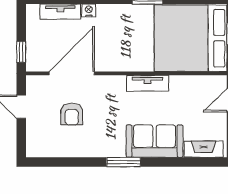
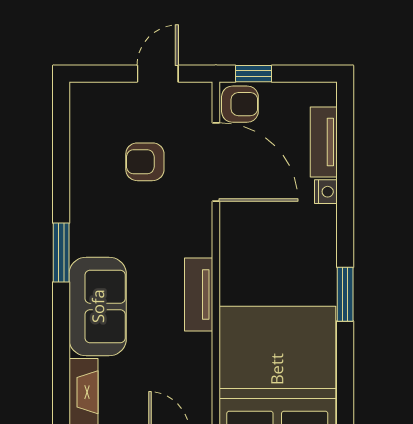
armchair: (39, 60) -> (240, 104), added

